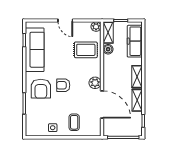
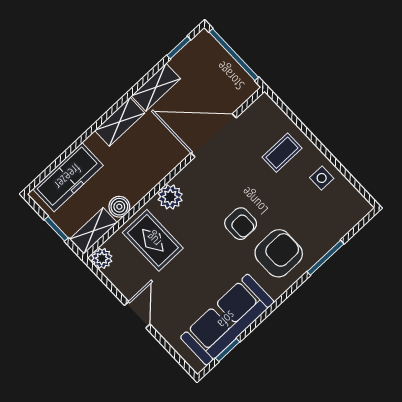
plant: (95, 83) -> (170, 197), moved
door: (102, 104) -> (214, 135), hinge flipped

